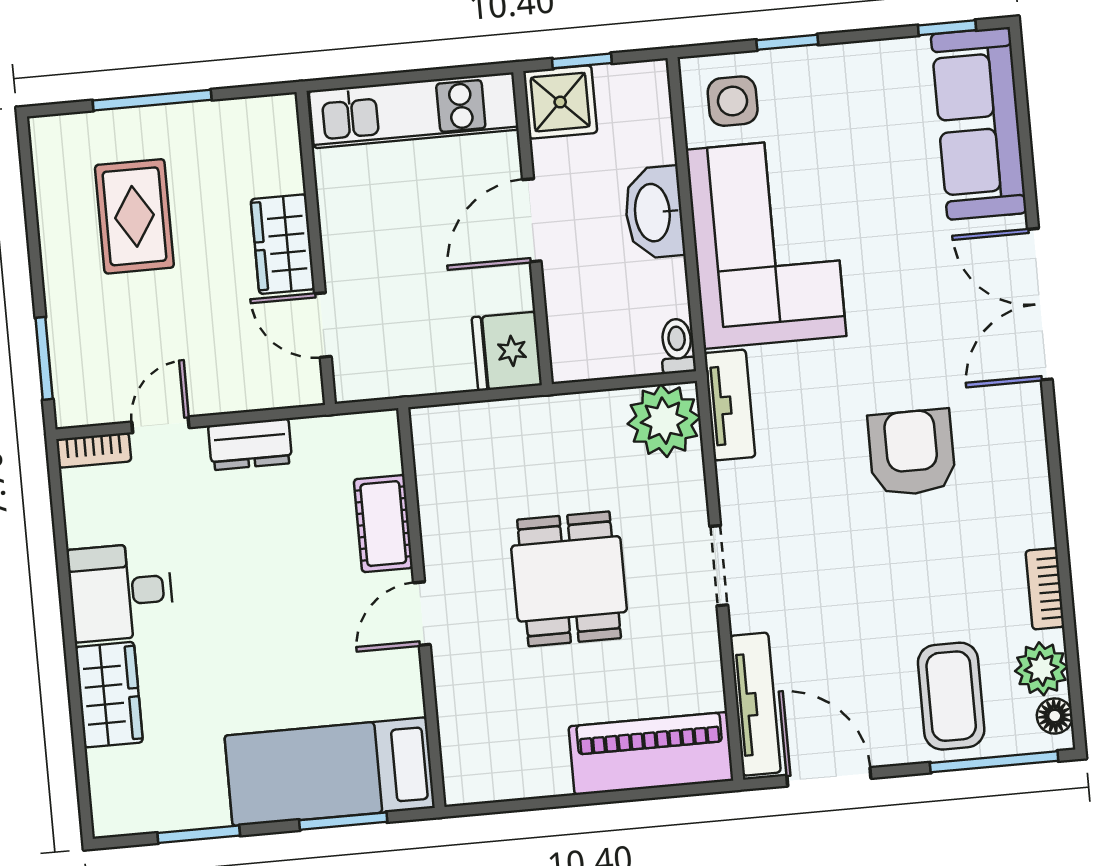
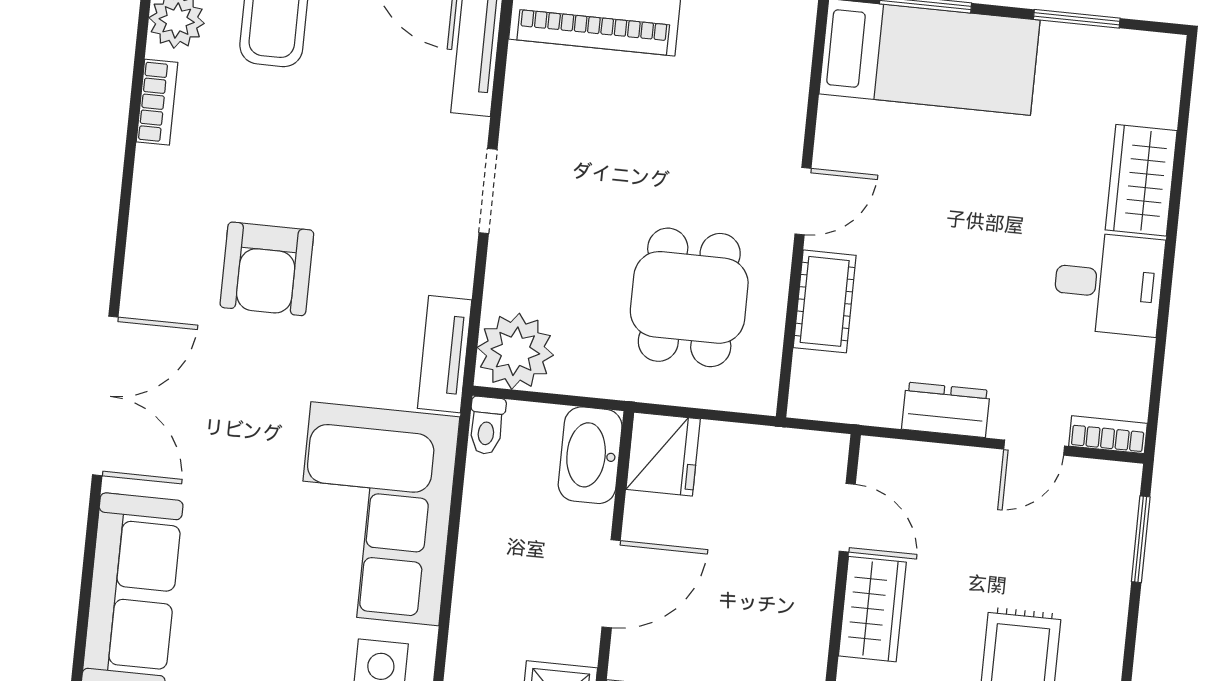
washbasin: (654, 212) -> (590, 455), moved, turned 180
dining table: (569, 579) -> (689, 297), moved

